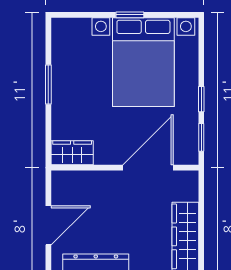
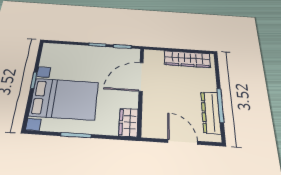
bed with nightstands: (143, 62) -> (64, 99), moved
door: (148, 168) -> (141, 77), hinge flipped

